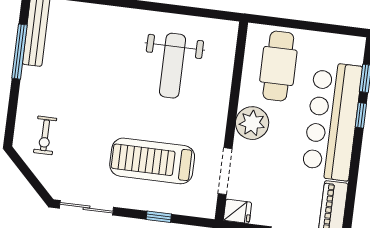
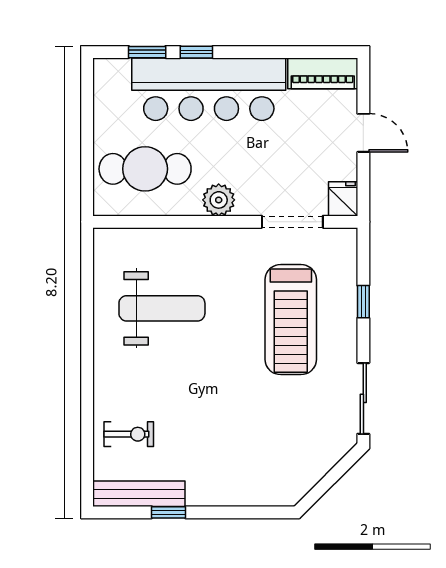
window: (19, 52) -> (168, 512), width x0.46
plant: (252, 123) -> (219, 200), width x0.73, depth x0.73
exercise bike: (45, 135) -> (129, 434), moved

